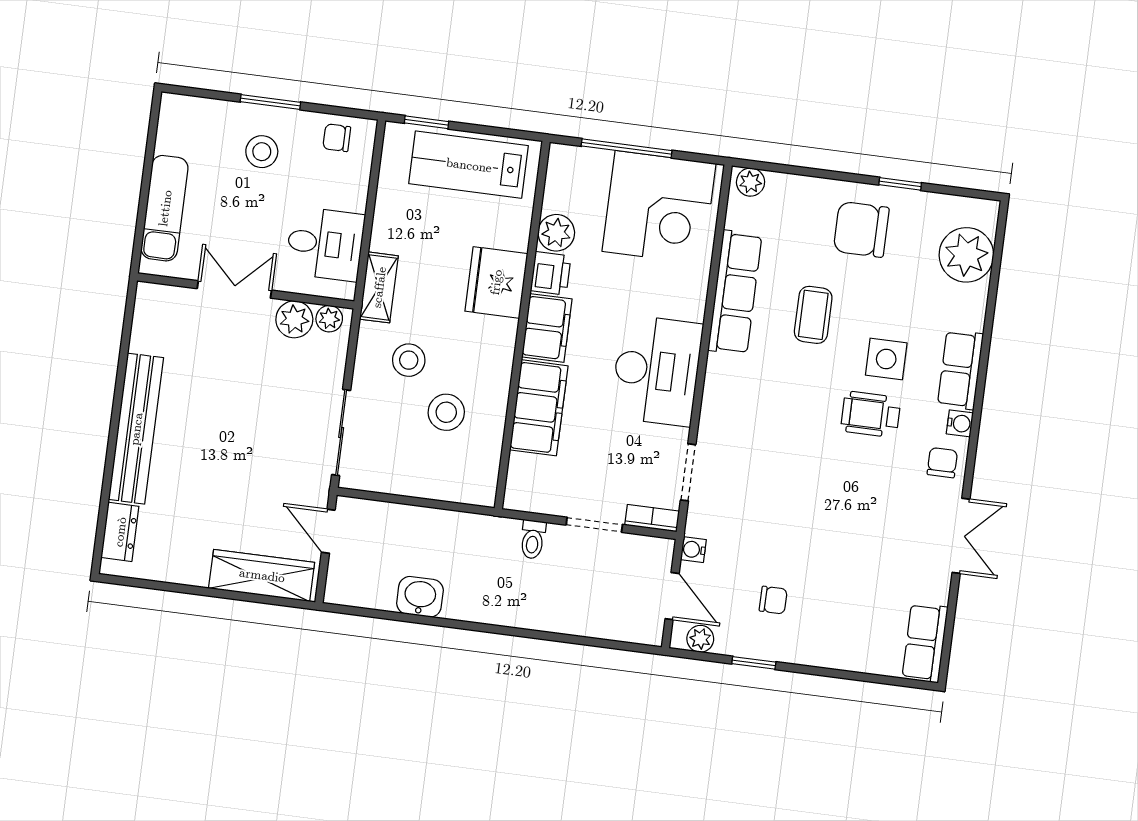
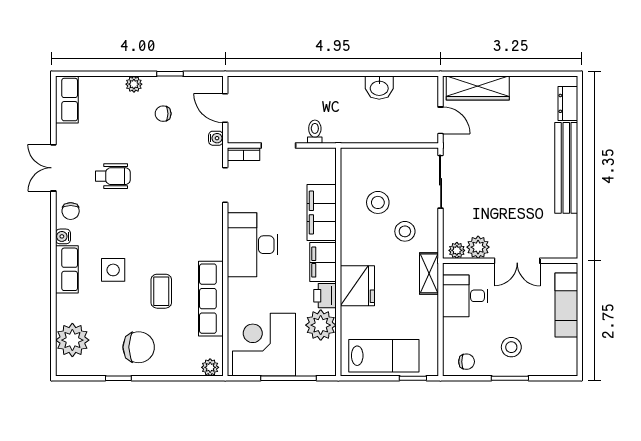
plant: (556, 233) -> (321, 325), width x1.36, depth x1.36
wheelchair: (871, 414) -> (113, 176), moved
plant: (700, 639) -> (134, 84), moved

